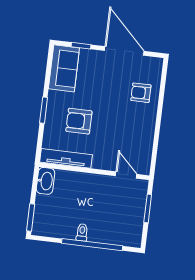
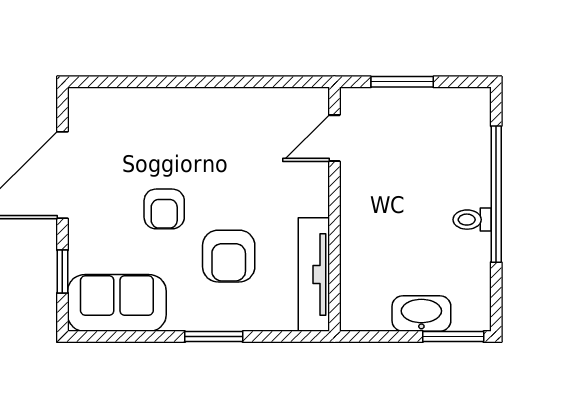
armchair: (141, 93) -> (164, 209), moved
washbasin: (46, 181) -> (421, 313), moved

